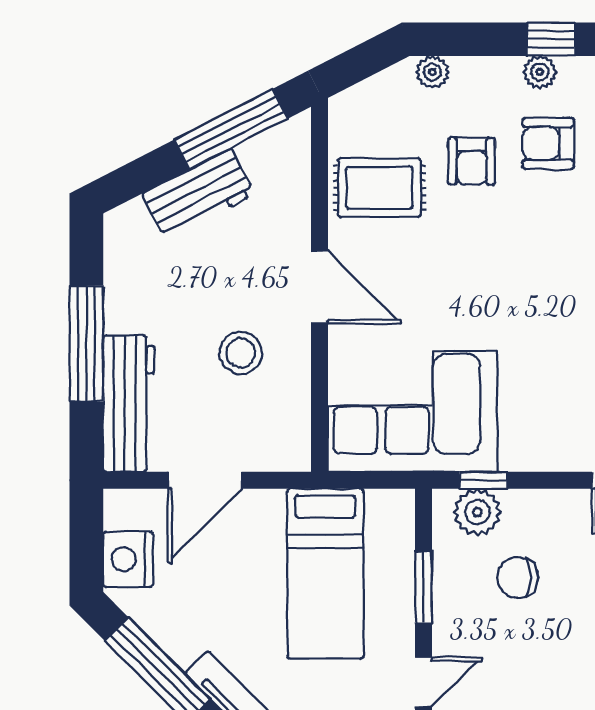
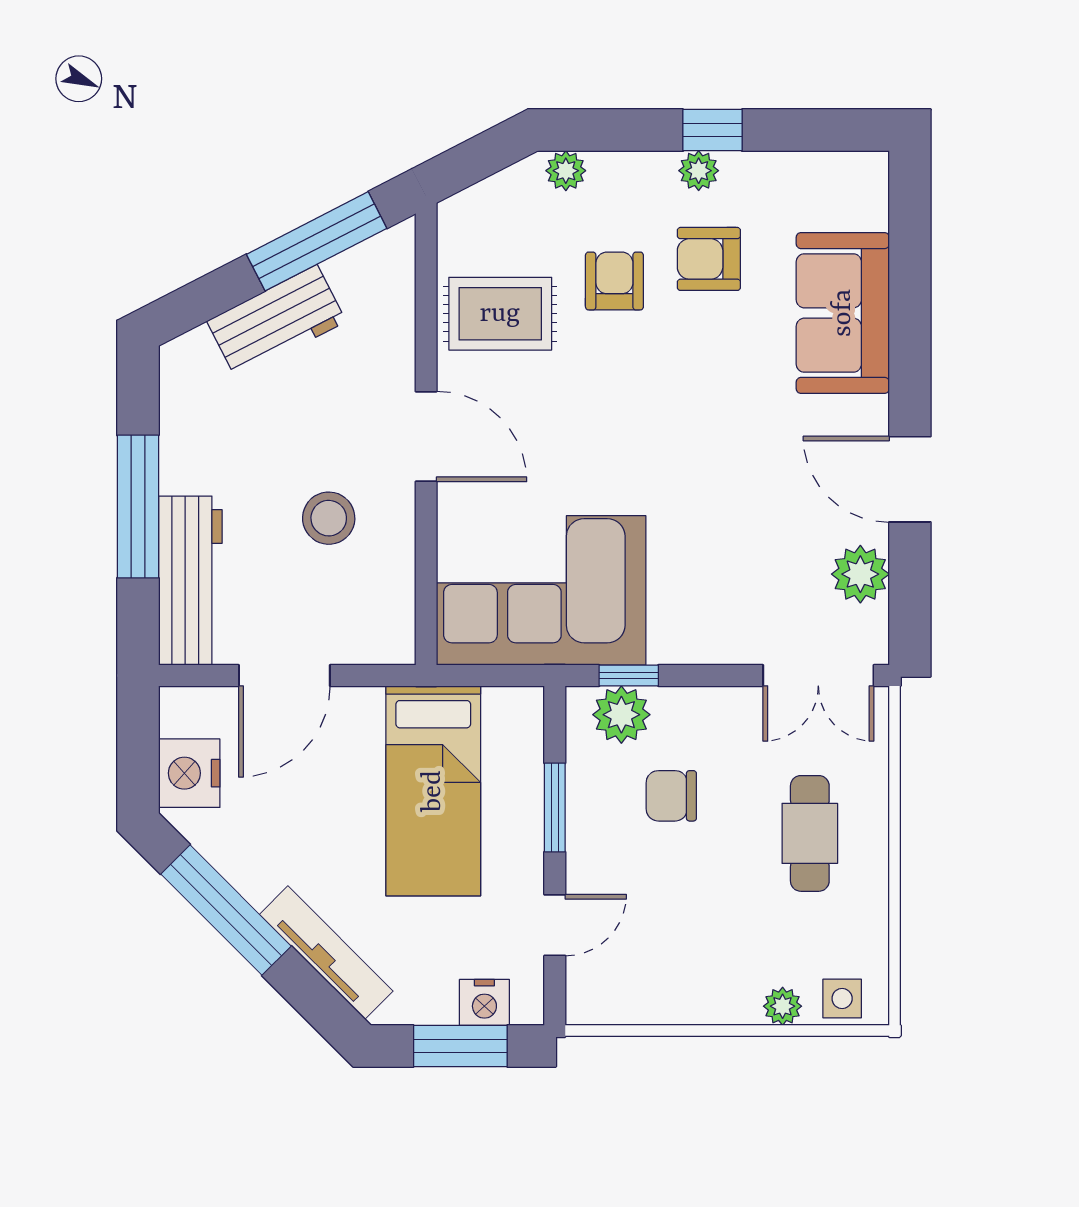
armchair: (472, 161) -> (614, 281), turned 180

